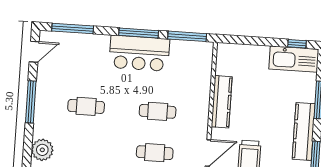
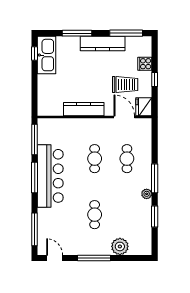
bar counter: (139, 53) -> (50, 176), width x1.36
plant: (42, 150) -> (120, 246), moved

